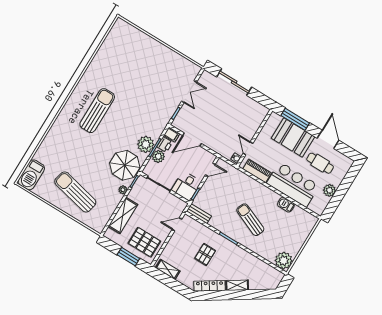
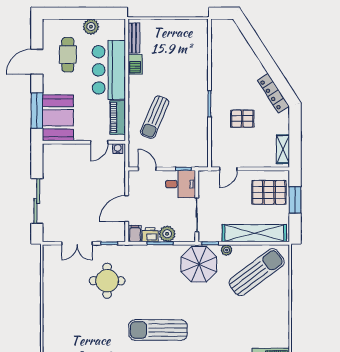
double door: (189, 92) -> (77, 243), swing flipped
round table: (151, 97) -> (107, 281), added
booth: (293, 137) -> (58, 118), moved
door: (192, 139) -> (127, 209), swing flipped
plant: (146, 144) -> (163, 255), removed
sun lounger: (75, 192) -> (257, 272), moved, turned -140
bench: (199, 214) -> (134, 38), moved
shelving: (123, 215) -> (254, 233), width x1.47
sun lounger: (250, 220) -> (155, 117), moved
door: (177, 224) -> (228, 169), hinge flipped
pallet: (144, 242) -> (269, 192), turned 90
plant: (284, 261) -> (197, 30), removed
shelving: (237, 285) -> (254, 64), removed

